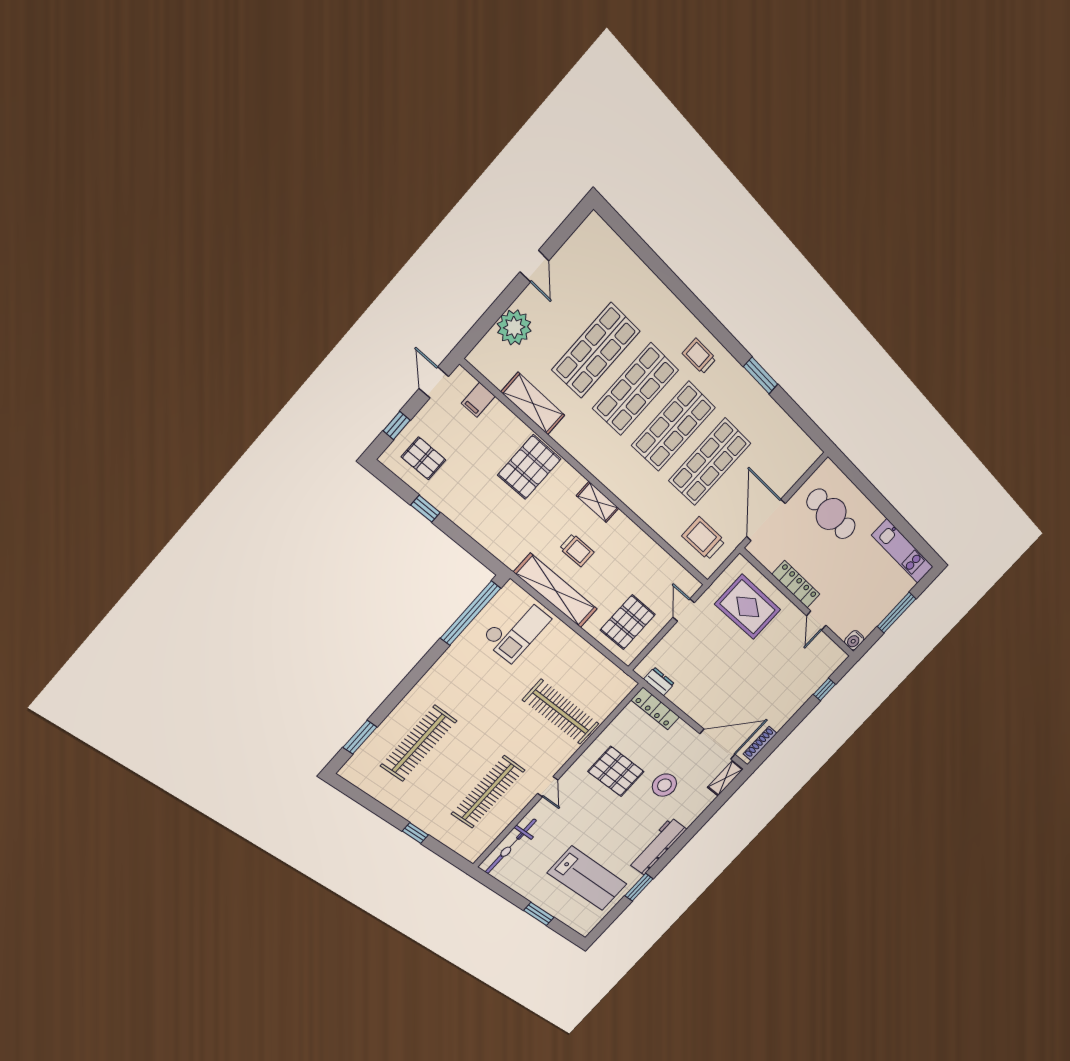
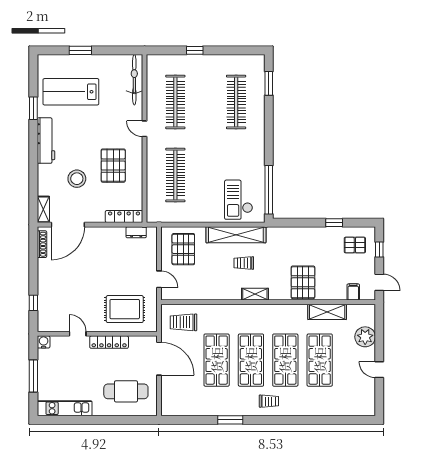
trolley: (704, 538) -> (184, 322), turned 180
clothes rail: (561, 712) -> (175, 175), turned 90
pallet: (616, 772) -> (113, 166), turned 90

